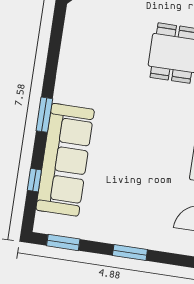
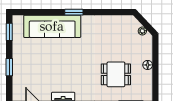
window: (34, 180) -> (39, 12), removed

